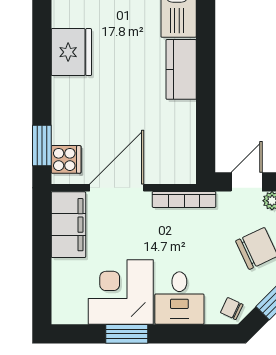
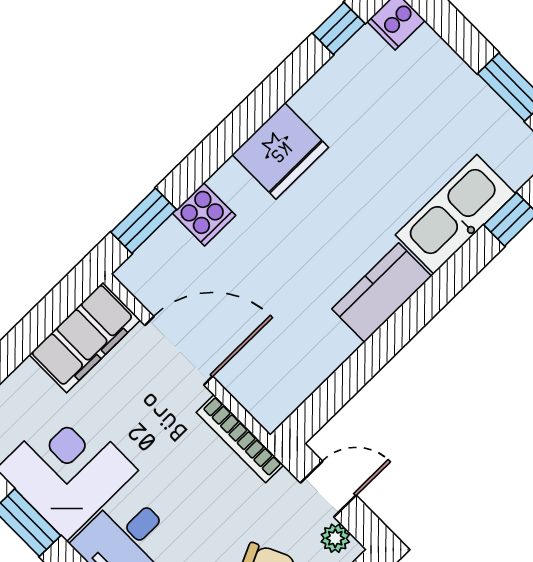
cooker: (66, 159) -> (204, 214), moved

